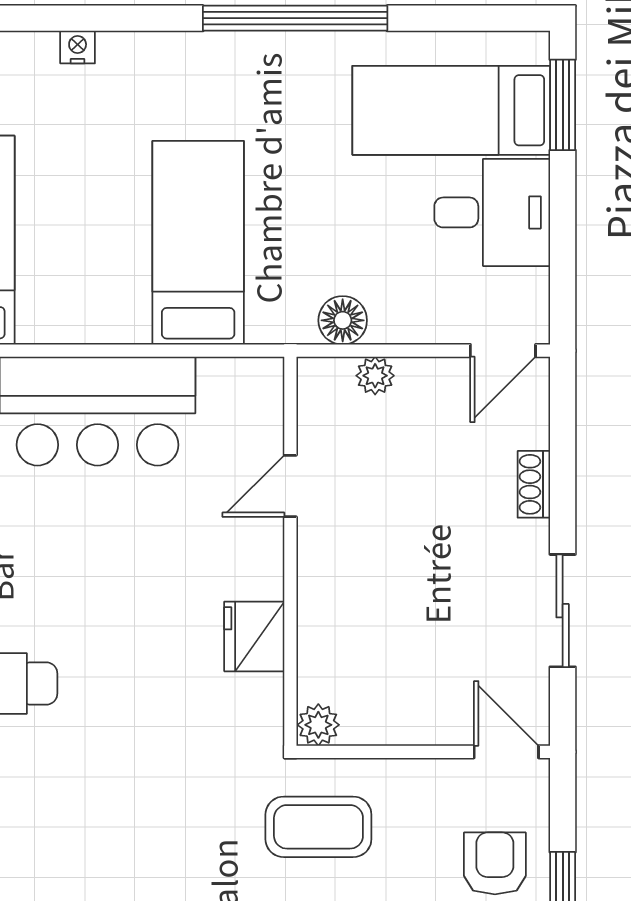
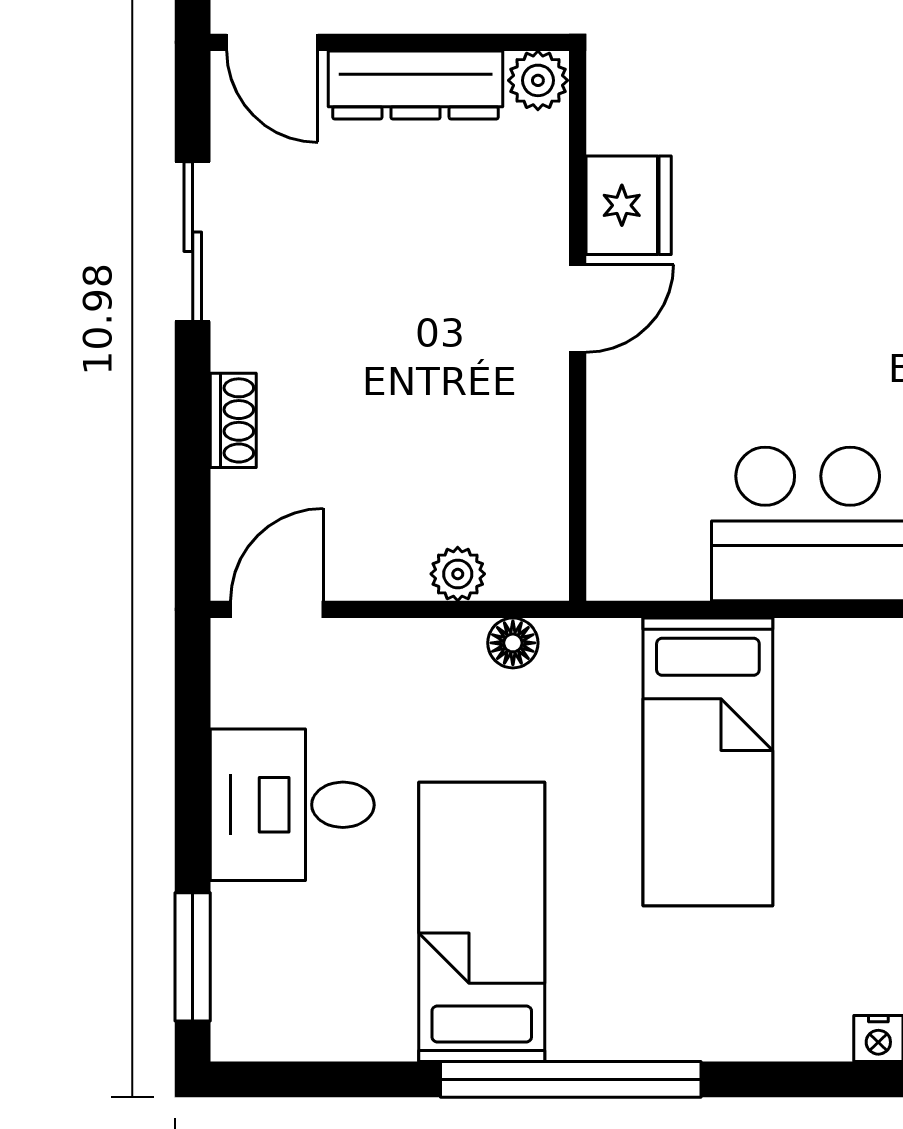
bed: (451, 110) -> (482, 922), moved, turned -90
floor lamp: (343, 320) -> (513, 643), width x0.73, depth x0.73
door: (290, 486) -> (578, 308), moved
dresser: (405, 722) -> (416, 85), added

